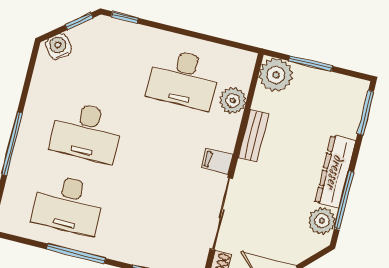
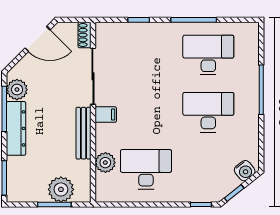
plant: (276, 75) -> (61, 189), moved
bench: (253, 136) -> (84, 133), width x1.36

